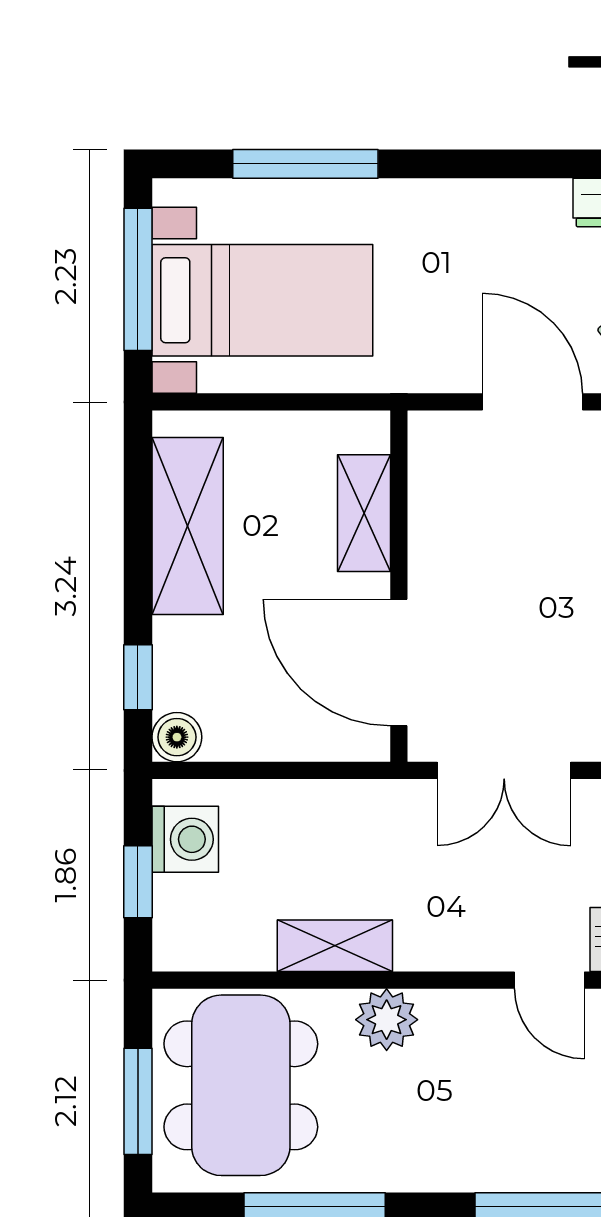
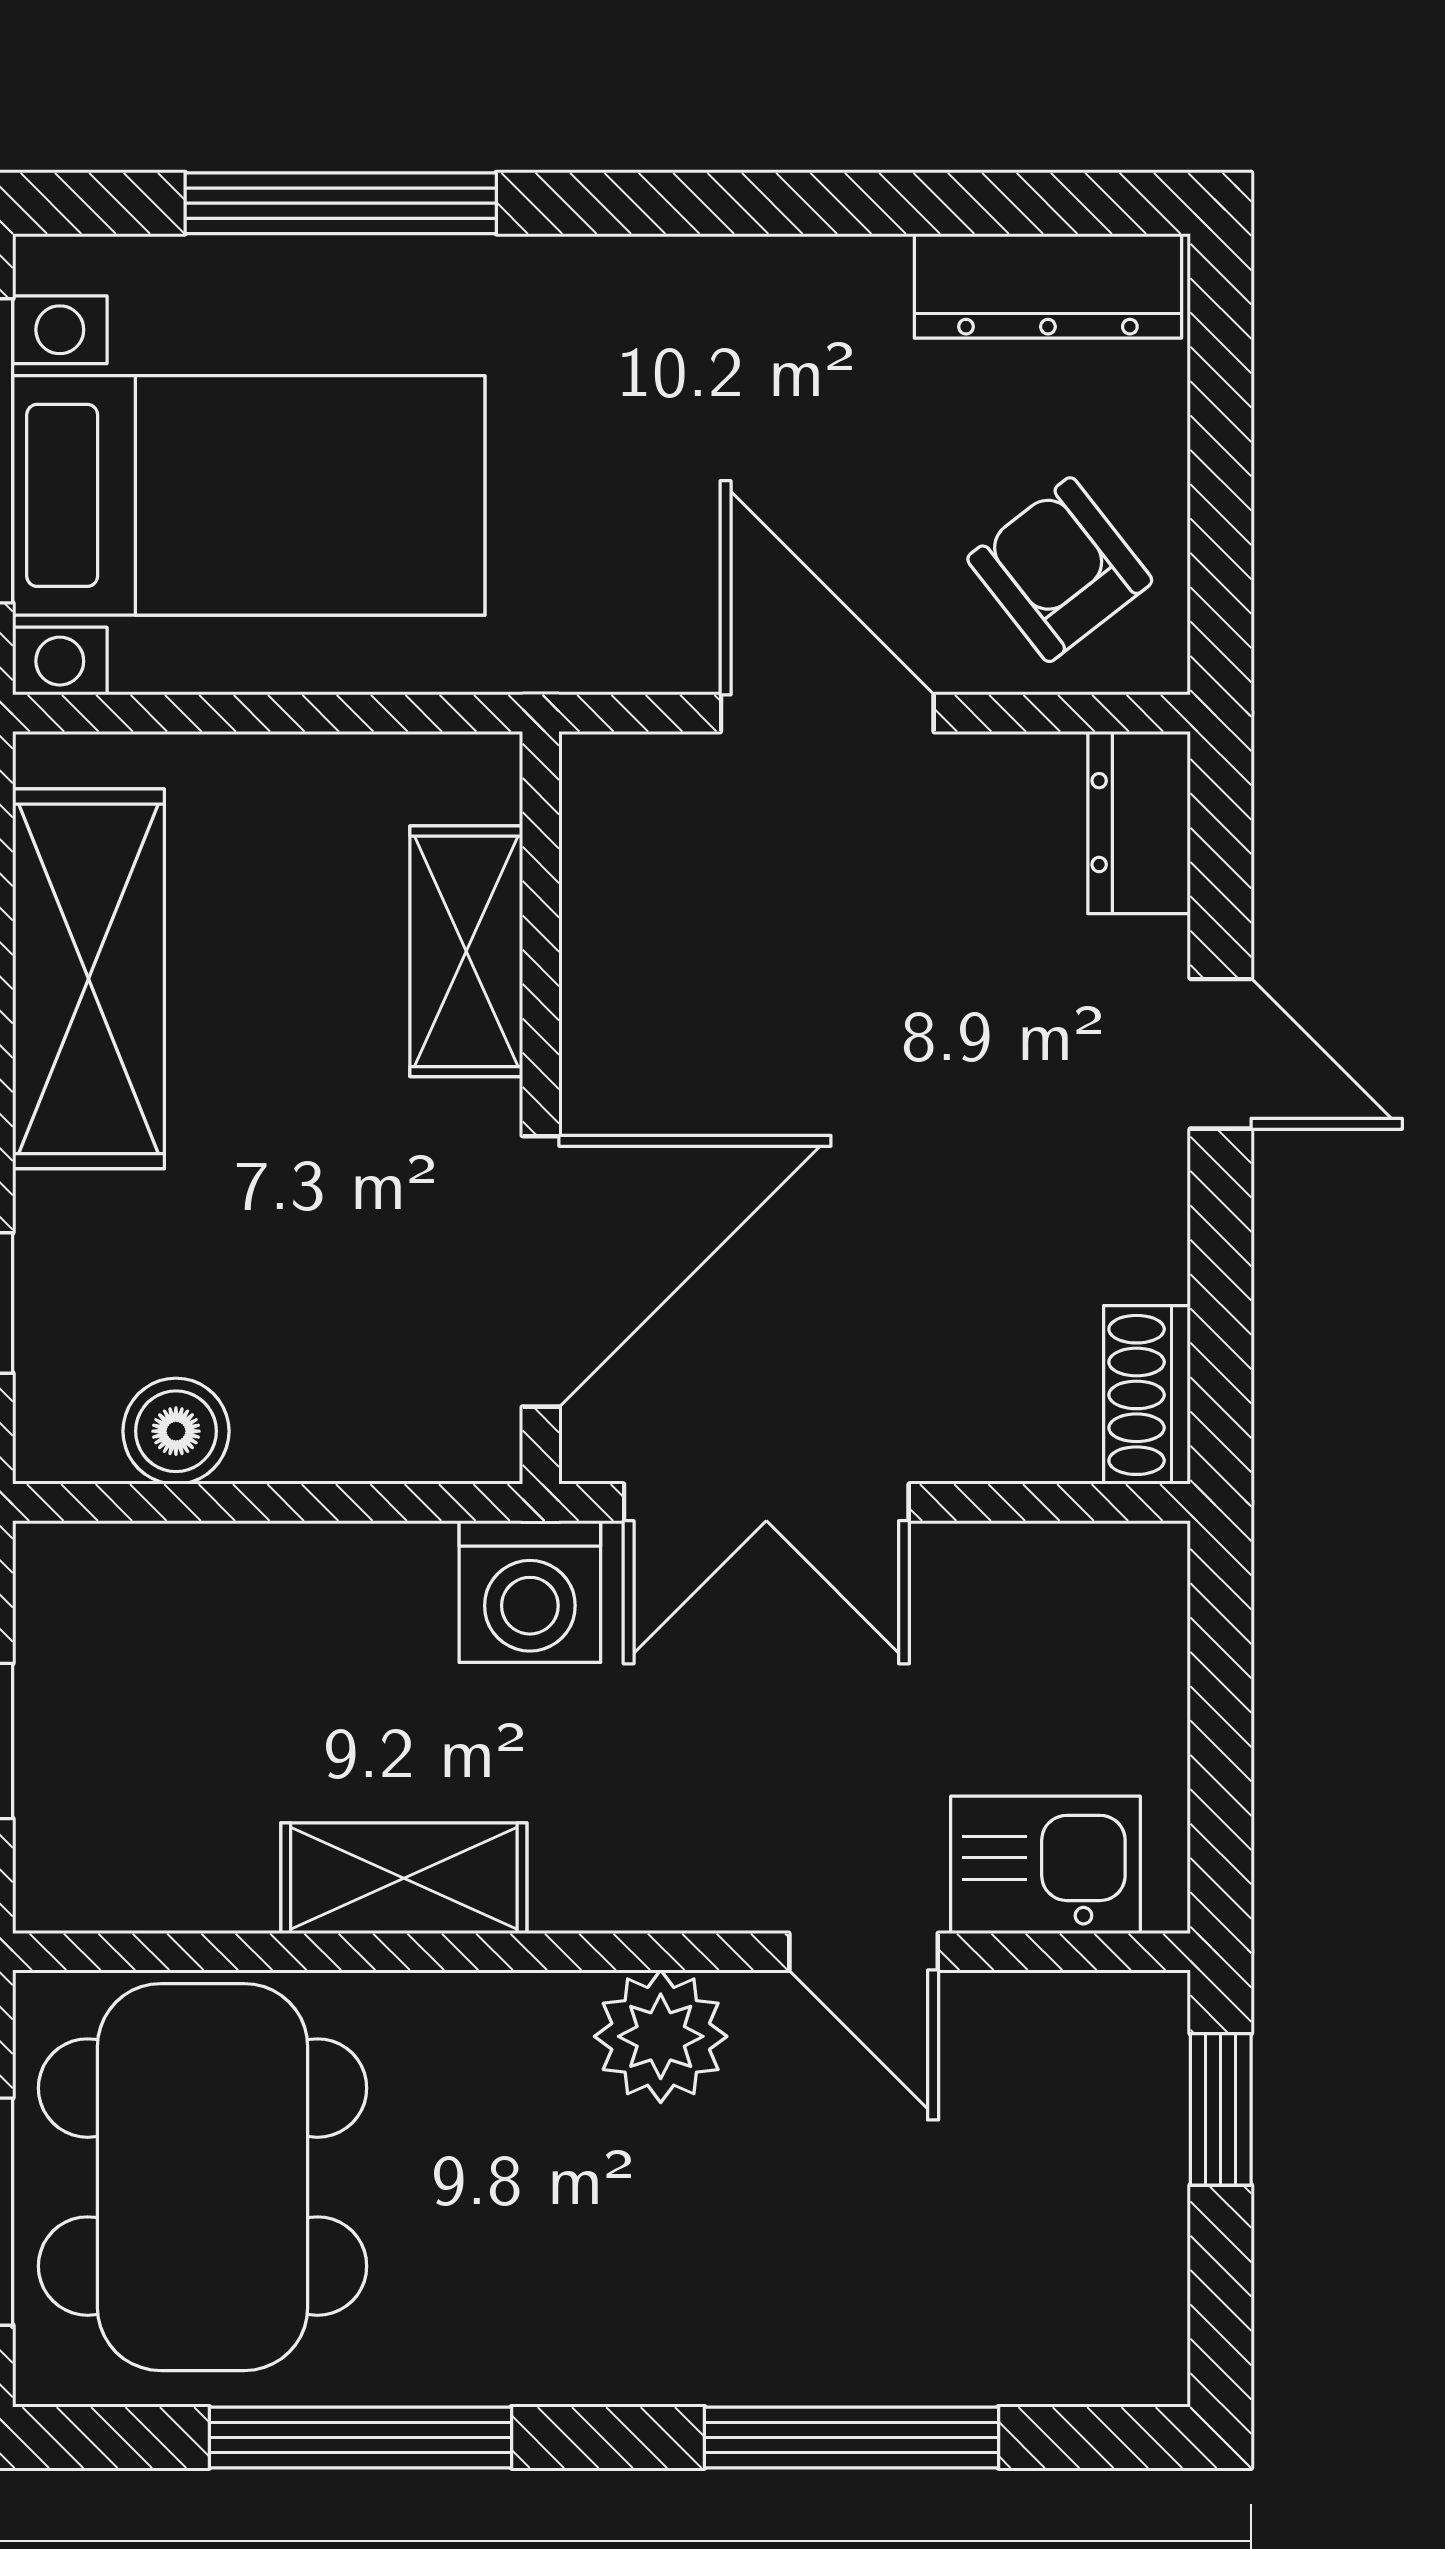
door: (399, 663) -> (541, 1271), swing flipped
boiler: (177, 737) -> (176, 1431), moved
washing machine: (185, 839) -> (530, 1592), moved, turned 90
plant: (387, 1020) -> (661, 2036), moved

